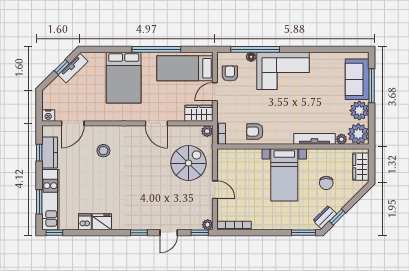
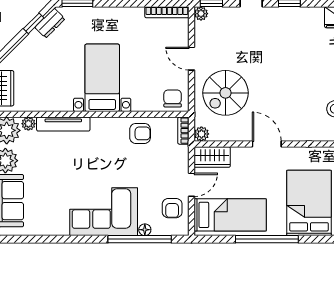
chair: (326, 183) -> (173, 98), moved

